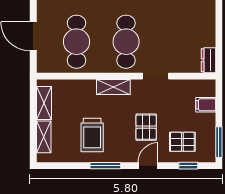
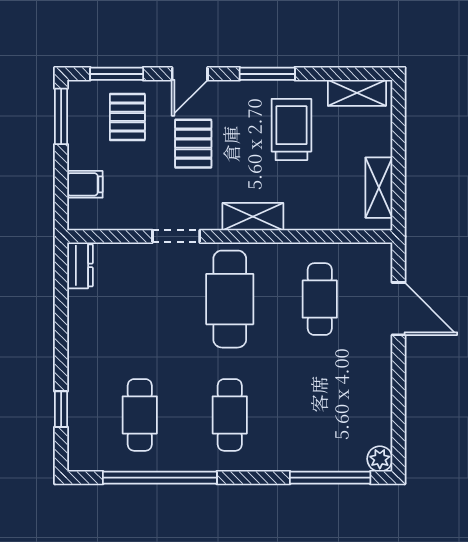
cafe table: (77, 42) -> (320, 299), width x0.73, depth x0.74
shelving: (44, 137) -> (357, 93), moved, turned 90
pallet: (182, 142) -> (127, 117), turned 90
window: (188, 166) -> (117, 74), width x1.50

